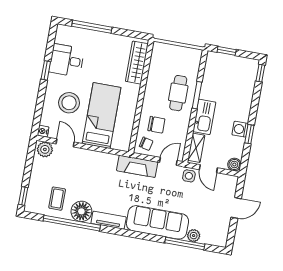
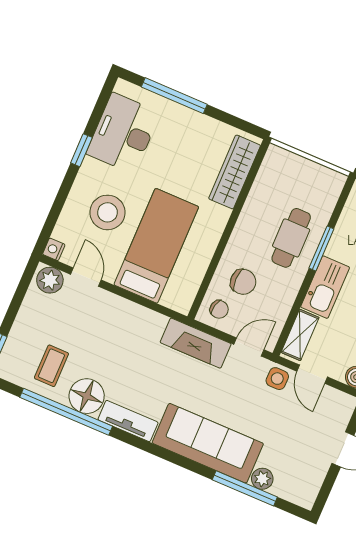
desk: (67, 60) -> (123, 133), width x1.37

